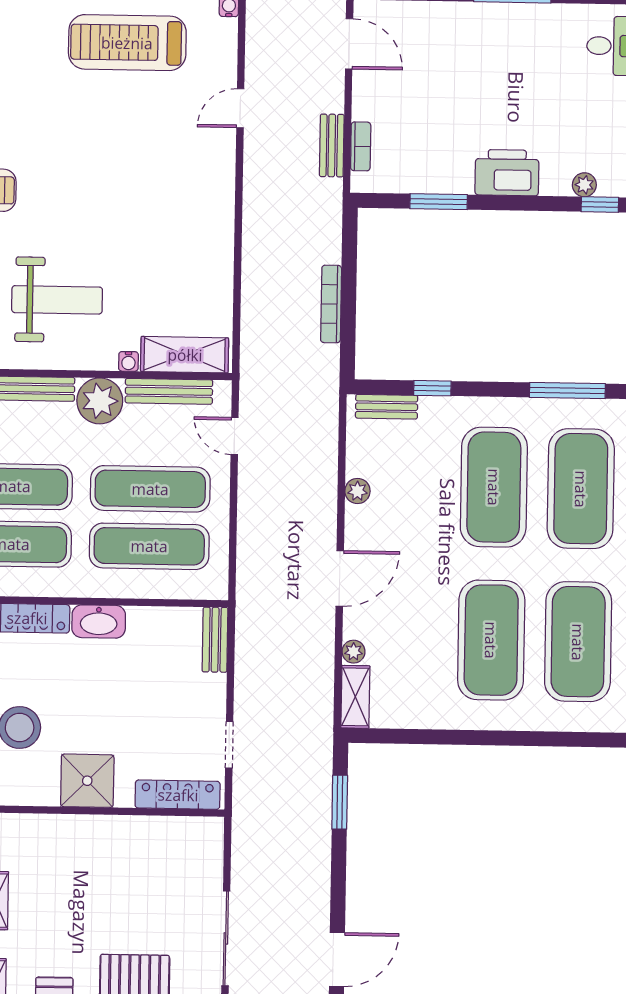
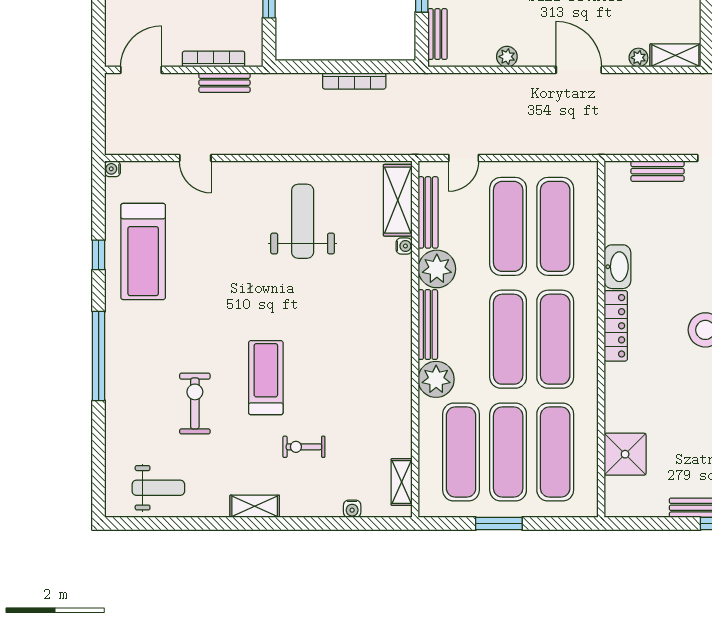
bookcase: (361, 146) -> (214, 59), width x1.56
weight bench: (57, 300) -> (303, 221), moved
bench: (215, 640) -> (658, 171), moved

